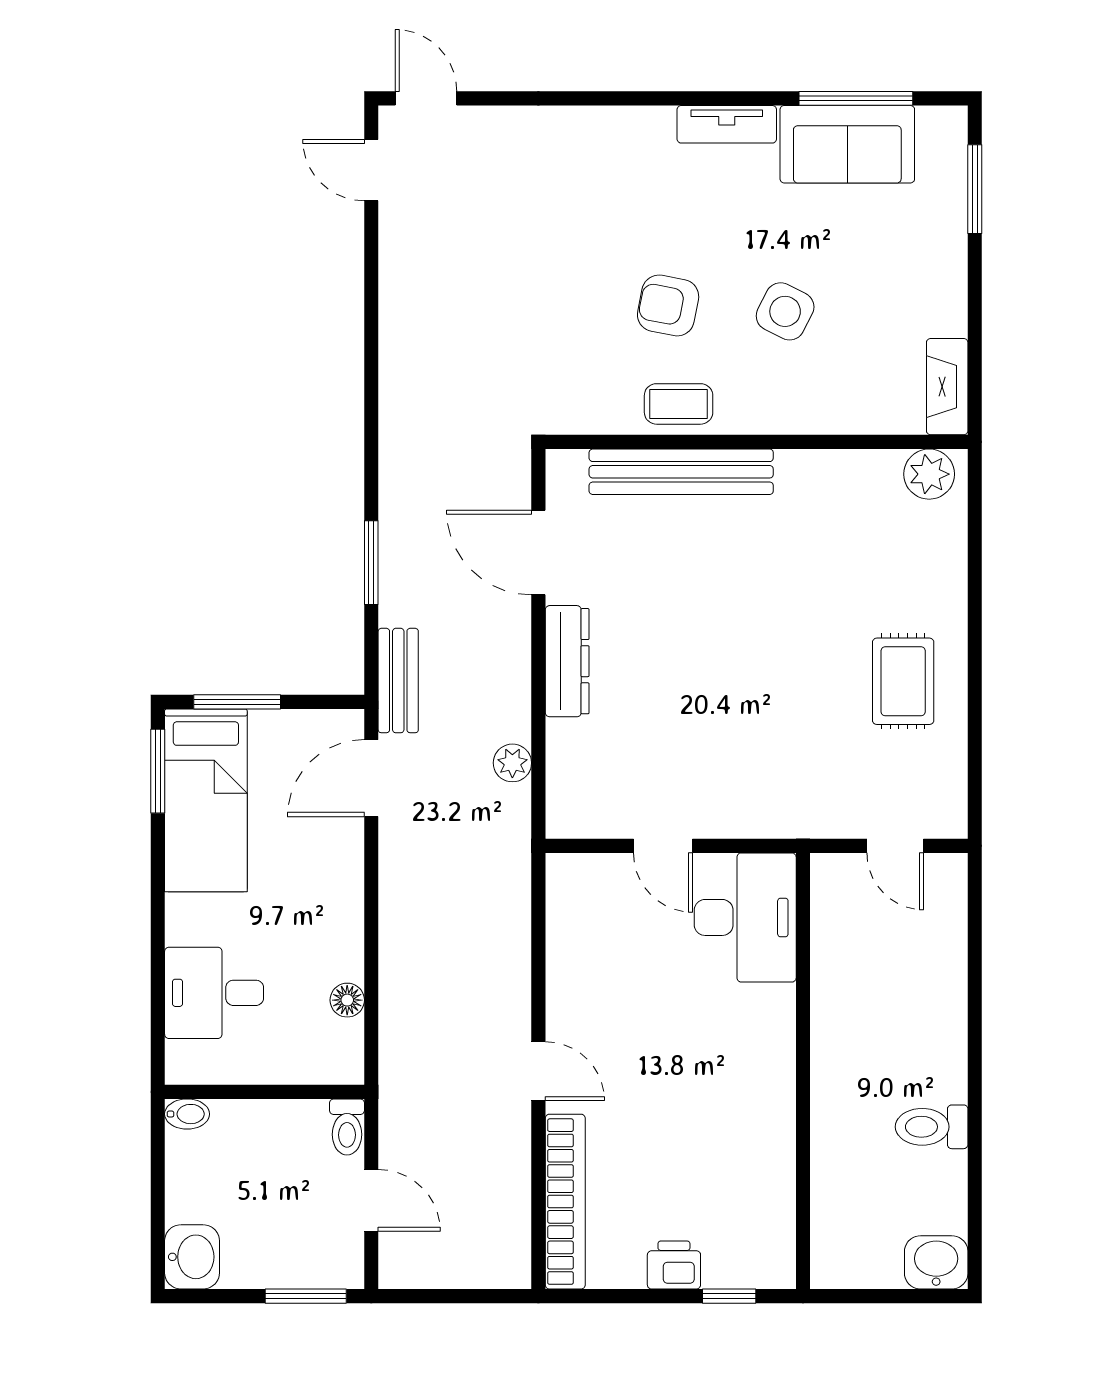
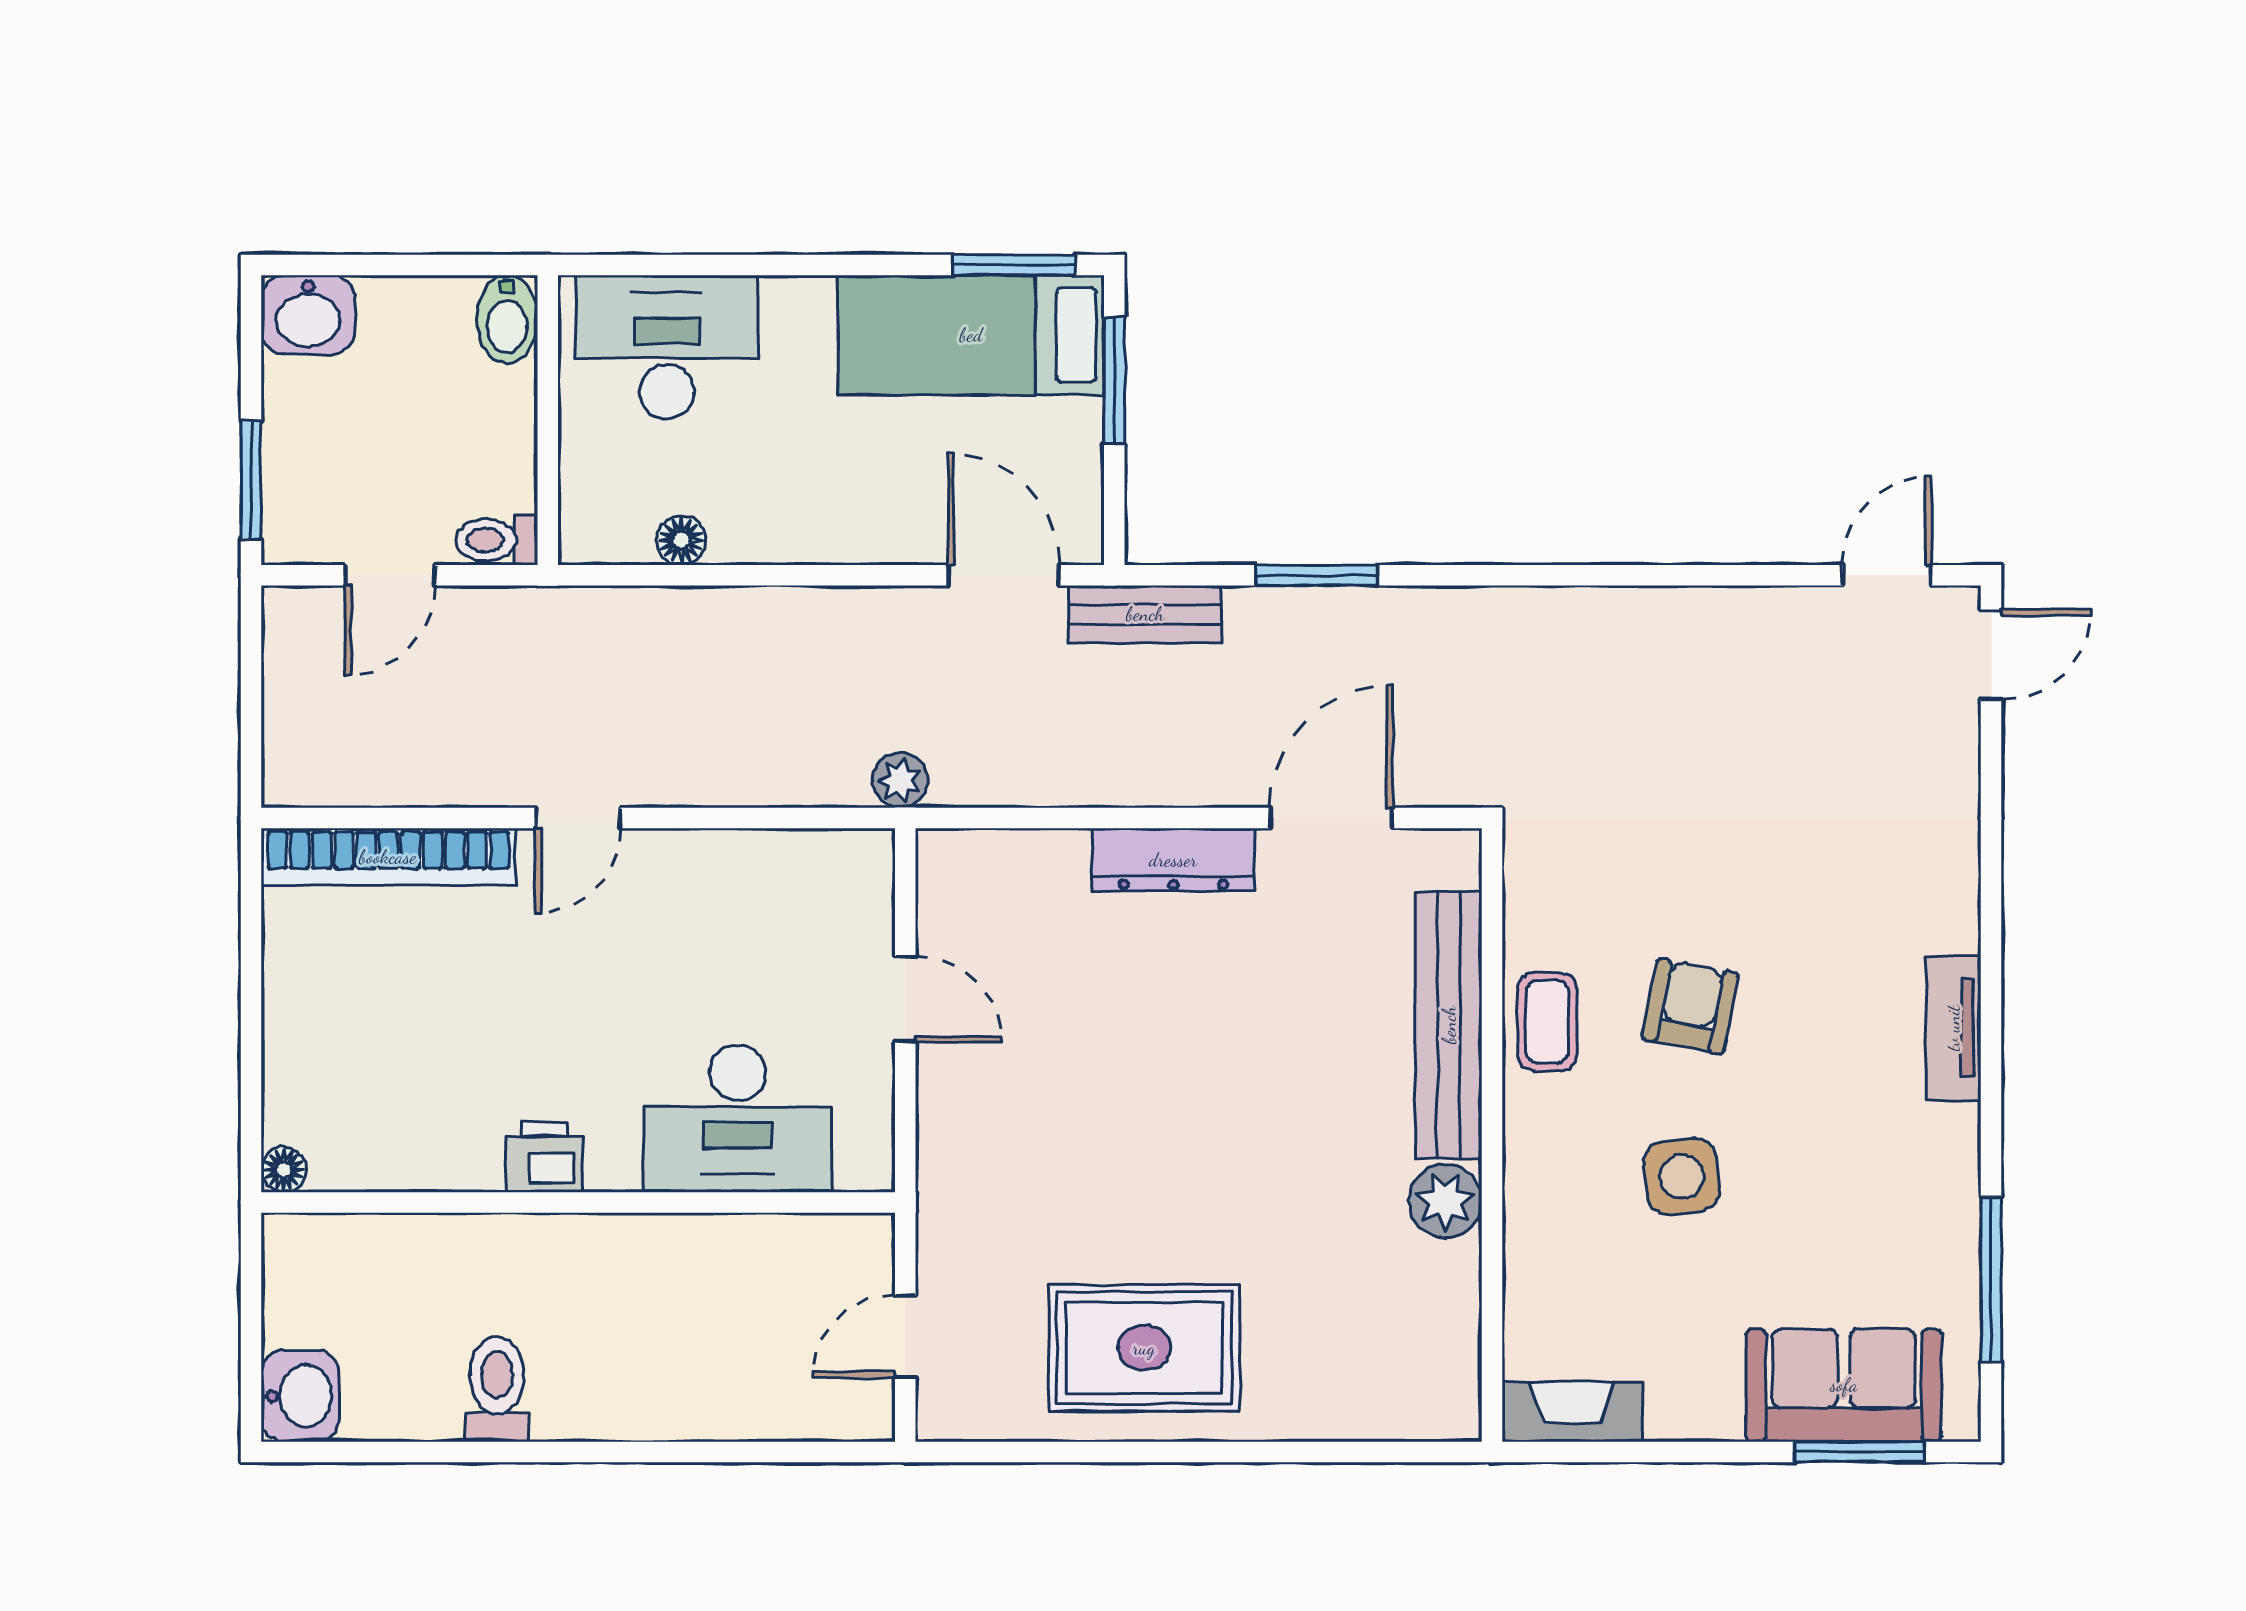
tv unit: (727, 124) -> (1953, 1028), moved
sofa: (847, 144) -> (1844, 1385), moved, turned 90
side table: (785, 311) -> (1682, 1176), turned -34
plant: (929, 474) -> (1445, 1201), moved
rug: (903, 681) -> (1144, 1348), width x1.36, depth x1.43
plant: (512, 763) -> (900, 780), moved
door: (663, 846) -> (905, 999), swing flipped
desk: (745, 917) -> (738, 1118), moved
desk: (214, 993) -> (667, 347), width x1.37
bidet: (187, 1114) -> (507, 319), width x1.38, depth x1.36
printer: (674, 1265) -> (544, 1157), moved, turned -90
floor lamp: (780, 1274) -> (284, 1170), added
window: (729, 1296) -> (251, 1095), removed

